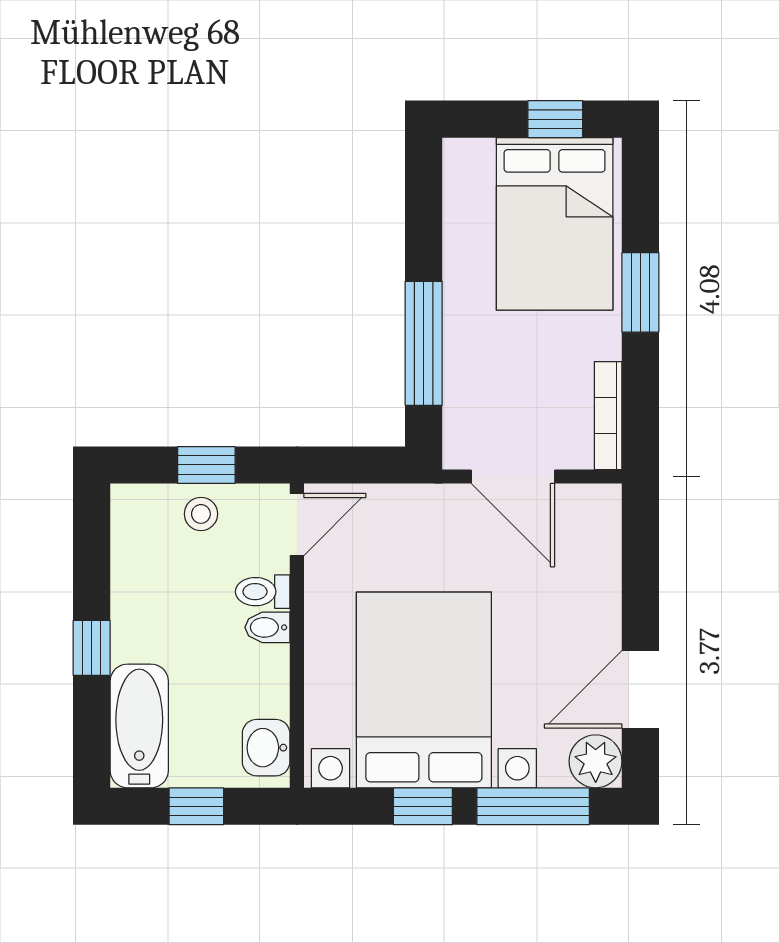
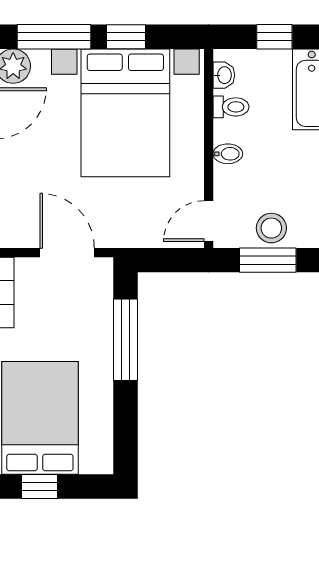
window: (206, 465) -> (268, 260), width x1.50
stool: (201, 514) -> (271, 228), width x1.37, depth x1.37
toilet: (263, 592) -> (231, 107), moved
washbasin: (266, 748) -> (224, 75), width x0.72, depth x0.69

